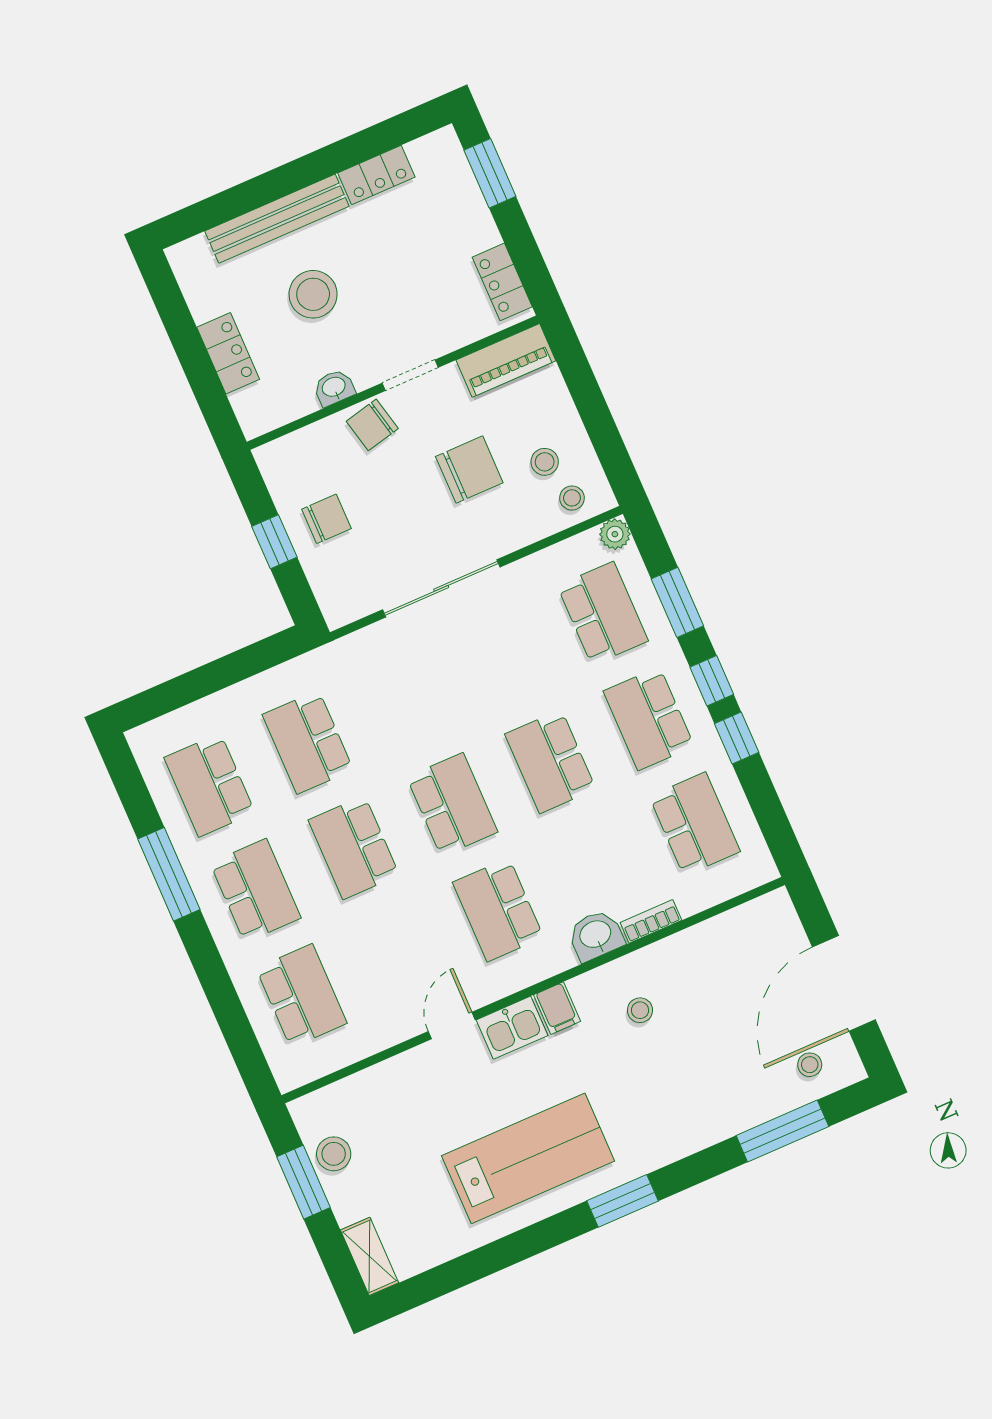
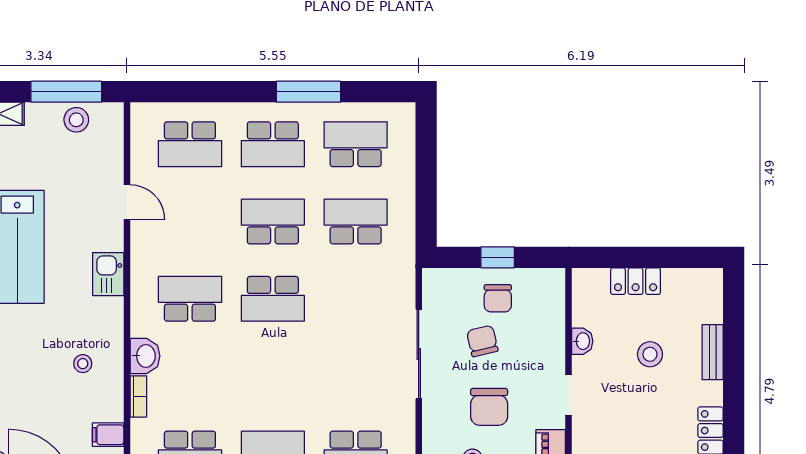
bench: (277, 219) -> (713, 352), width x0.54, depth x0.82
stool: (313, 294) -> (650, 354), width x0.73, depth x0.73
chair: (372, 425) -> (482, 341), moved
school desk: (550, 762) -> (273, 376), removed
filing cabinet: (557, 1008) -> (108, 435), moved
door: (452, 1026) -> (127, 202), moved
window: (304, 1182) -> (66, 92), width x1.44

